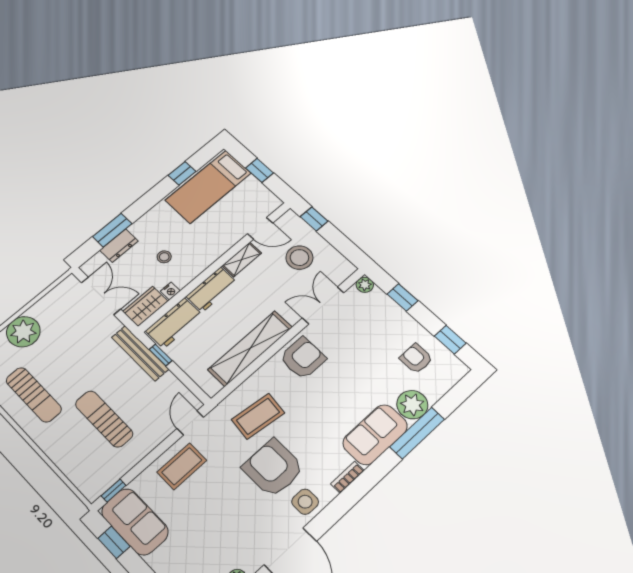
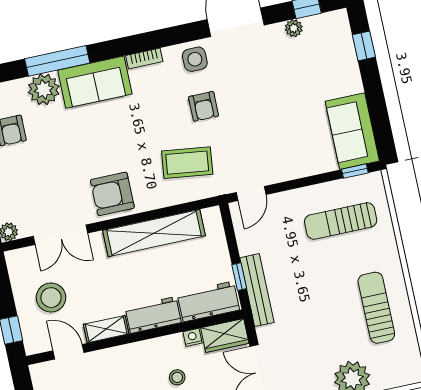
sun lounger: (104, 419) -> (341, 221), moved, turned 90
coffee table: (182, 466) -> (282, 157), removed
armchair: (273, 468) -> (204, 106), width x0.53, depth x0.53
window: (114, 542) -> (381, 123), removed

